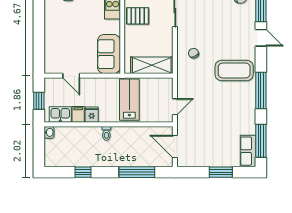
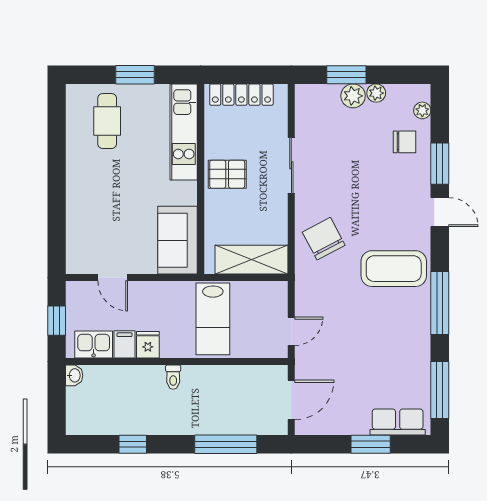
chair: (194, 53) -> (324, 239), width x1.87, depth x1.87
lab bench: (129, 100) -> (213, 319), turned 180
door: (175, 147) -> (291, 400), swing flipped
row of seats: (248, 151) -> (398, 422), moved, turned 90

